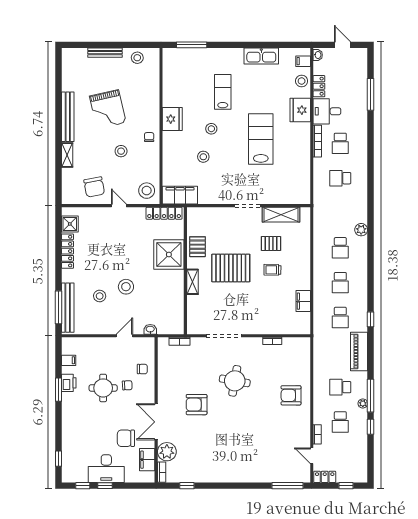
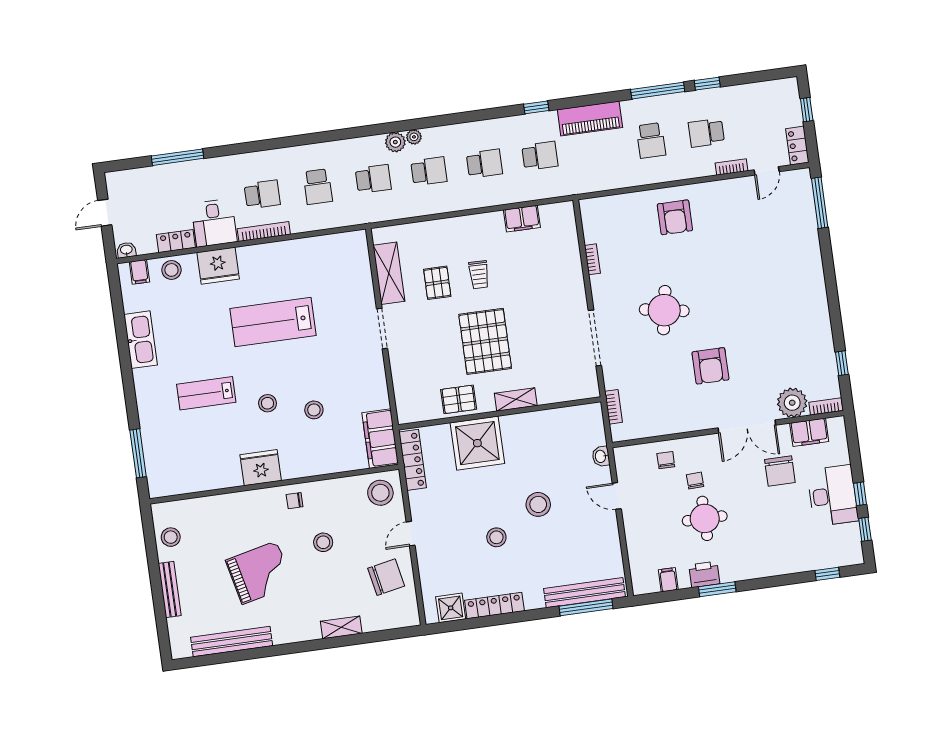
bench: (68, 117) -> (232, 642), moved
school desk: (340, 213) -> (373, 179), added
stool: (100, 296) -> (496, 537), moved
plant: (363, 403) -> (414, 137), moved
school desk: (340, 422) -> (706, 133), turned 180

